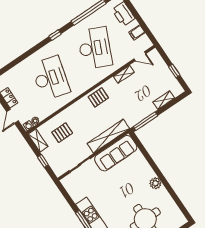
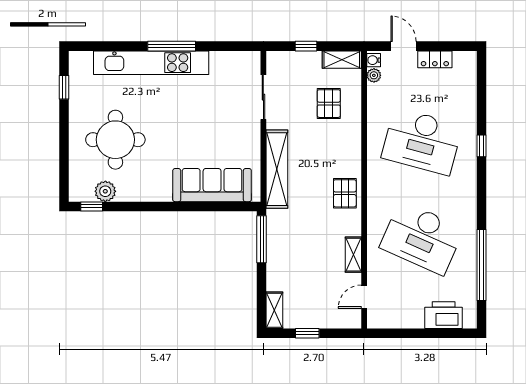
filing cabinet: (137, 32) -> (402, 317), removed
window: (55, 35) -> (482, 146), moved
shelving: (164, 100) -> (274, 310), moved
sofa: (116, 153) -> (212, 185), moved, turned 90
plant: (155, 183) -> (105, 191), moved
window: (183, 209) -> (92, 206), added

